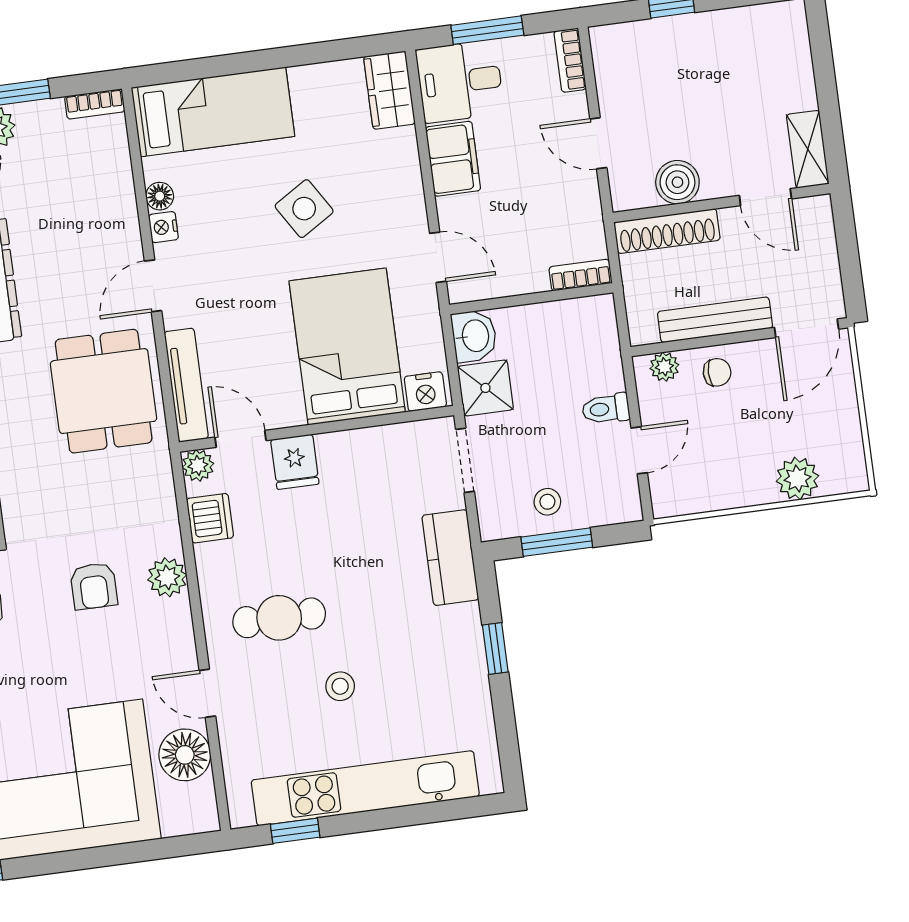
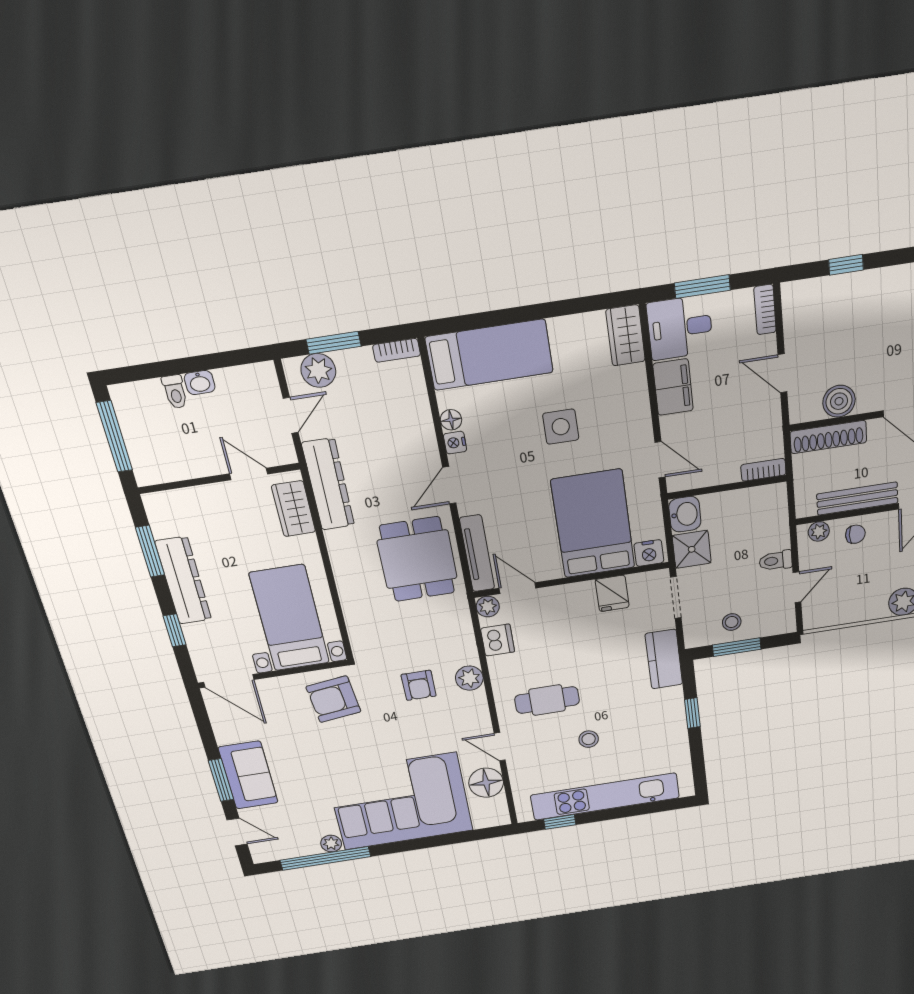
side table: (304, 209) -> (561, 427), turned 32
fridge: (295, 462) -> (612, 593), moved

